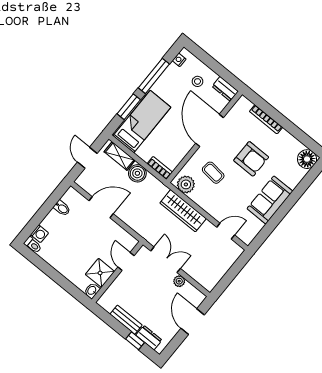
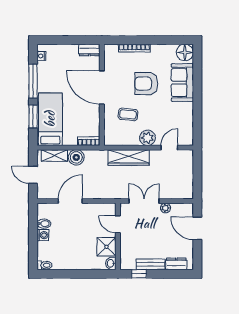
stool: (197, 81) -> (66, 60), removed
armchair: (251, 159) -> (146, 84), turned 180
plant: (186, 184) -> (147, 138), moved
sofa: (270, 200) -> (182, 83), moved
washing machine: (39, 234) -> (43, 235), moved
window: (135, 341) -> (139, 274), moved

